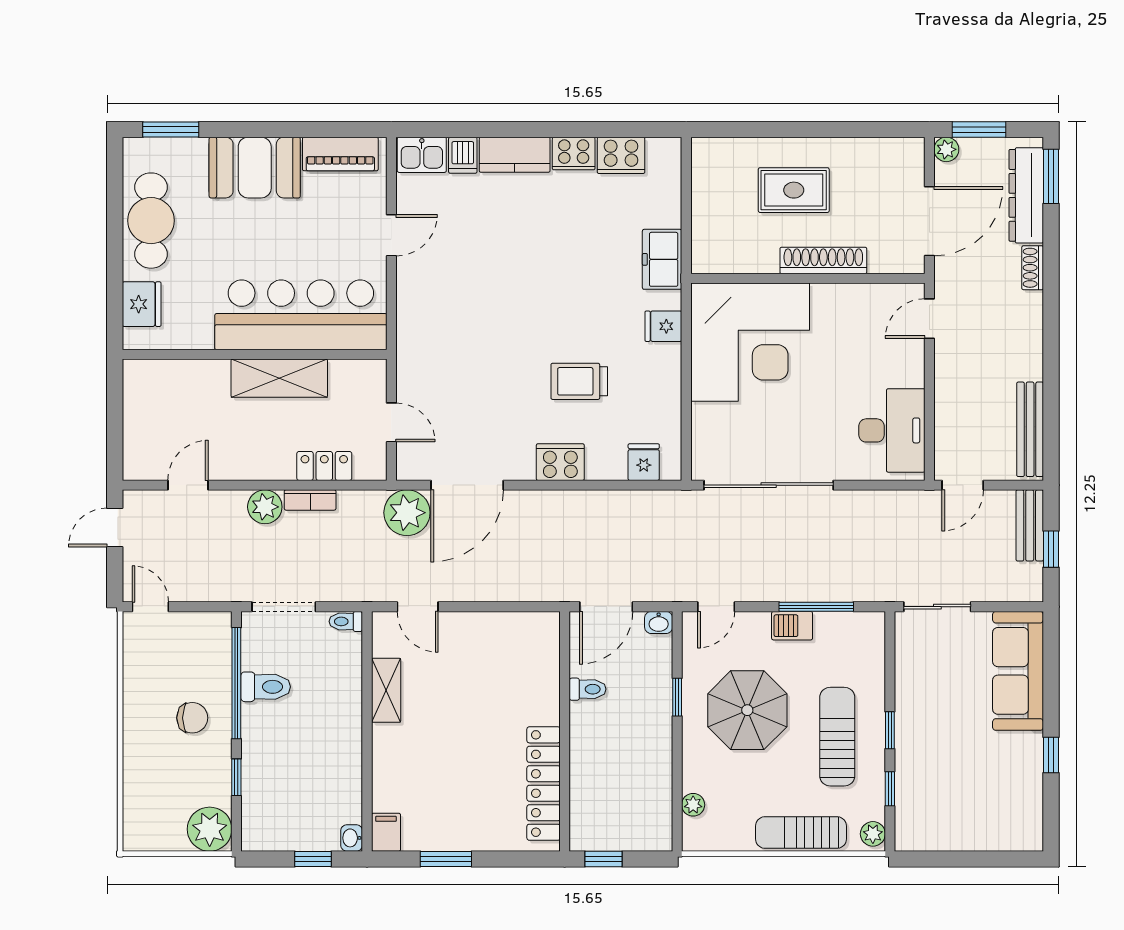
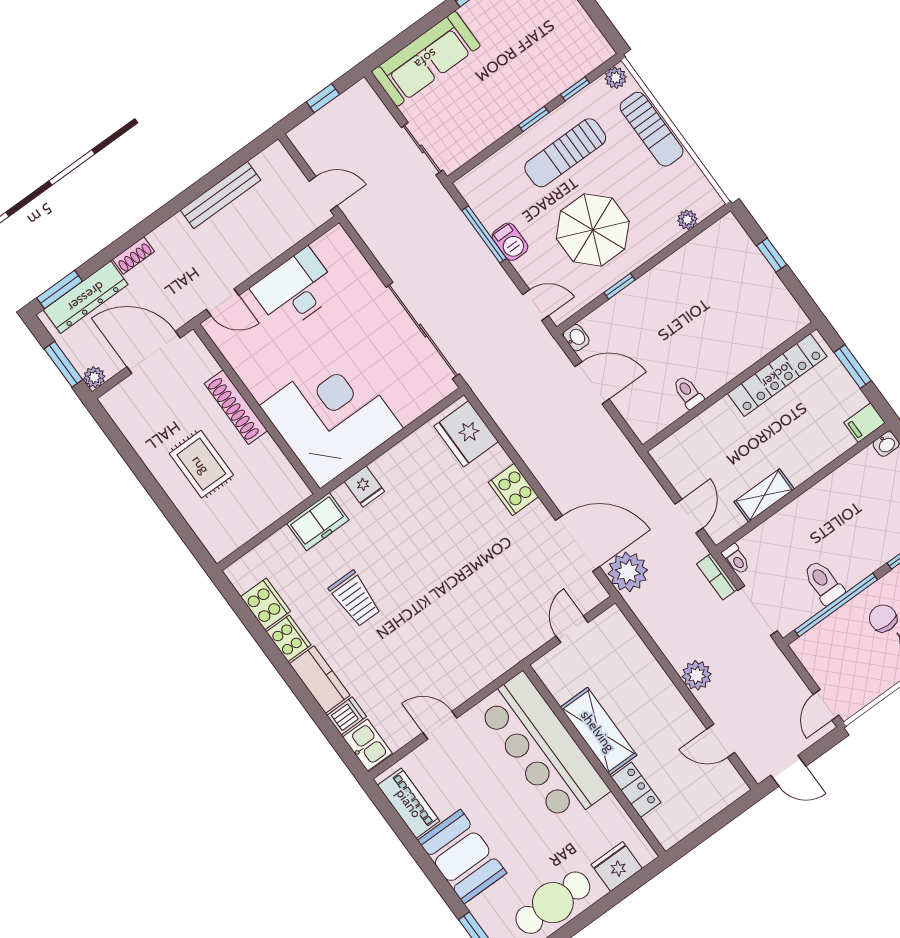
trolley: (579, 381) -> (355, 599), moved
bench: (1030, 429) -> (221, 195), moved
desk: (892, 430) -> (295, 290), moved
fridge: (644, 462) -> (466, 434), width x1.88, depth x1.34
locker: (324, 466) -> (636, 790), moved, turned 180
bookcase: (310, 500) -> (717, 577), moved, turned 180
bench: (1030, 525) -> (317, 125), removed
toilet: (588, 689) -> (688, 392), moved
wall: (565, 731) -> (730, 387), moved
locker: (544, 784) -> (777, 375), moved

